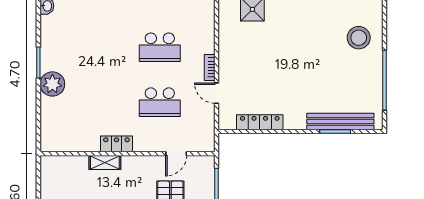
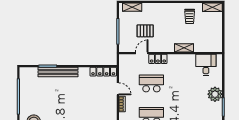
bench: (340, 121) -> (58, 72), moved
locker: (260, 122) -> (103, 72), moved
desk: (68, 134) -> (206, 65), added
locker: (116, 144) -> (158, 59), moved

